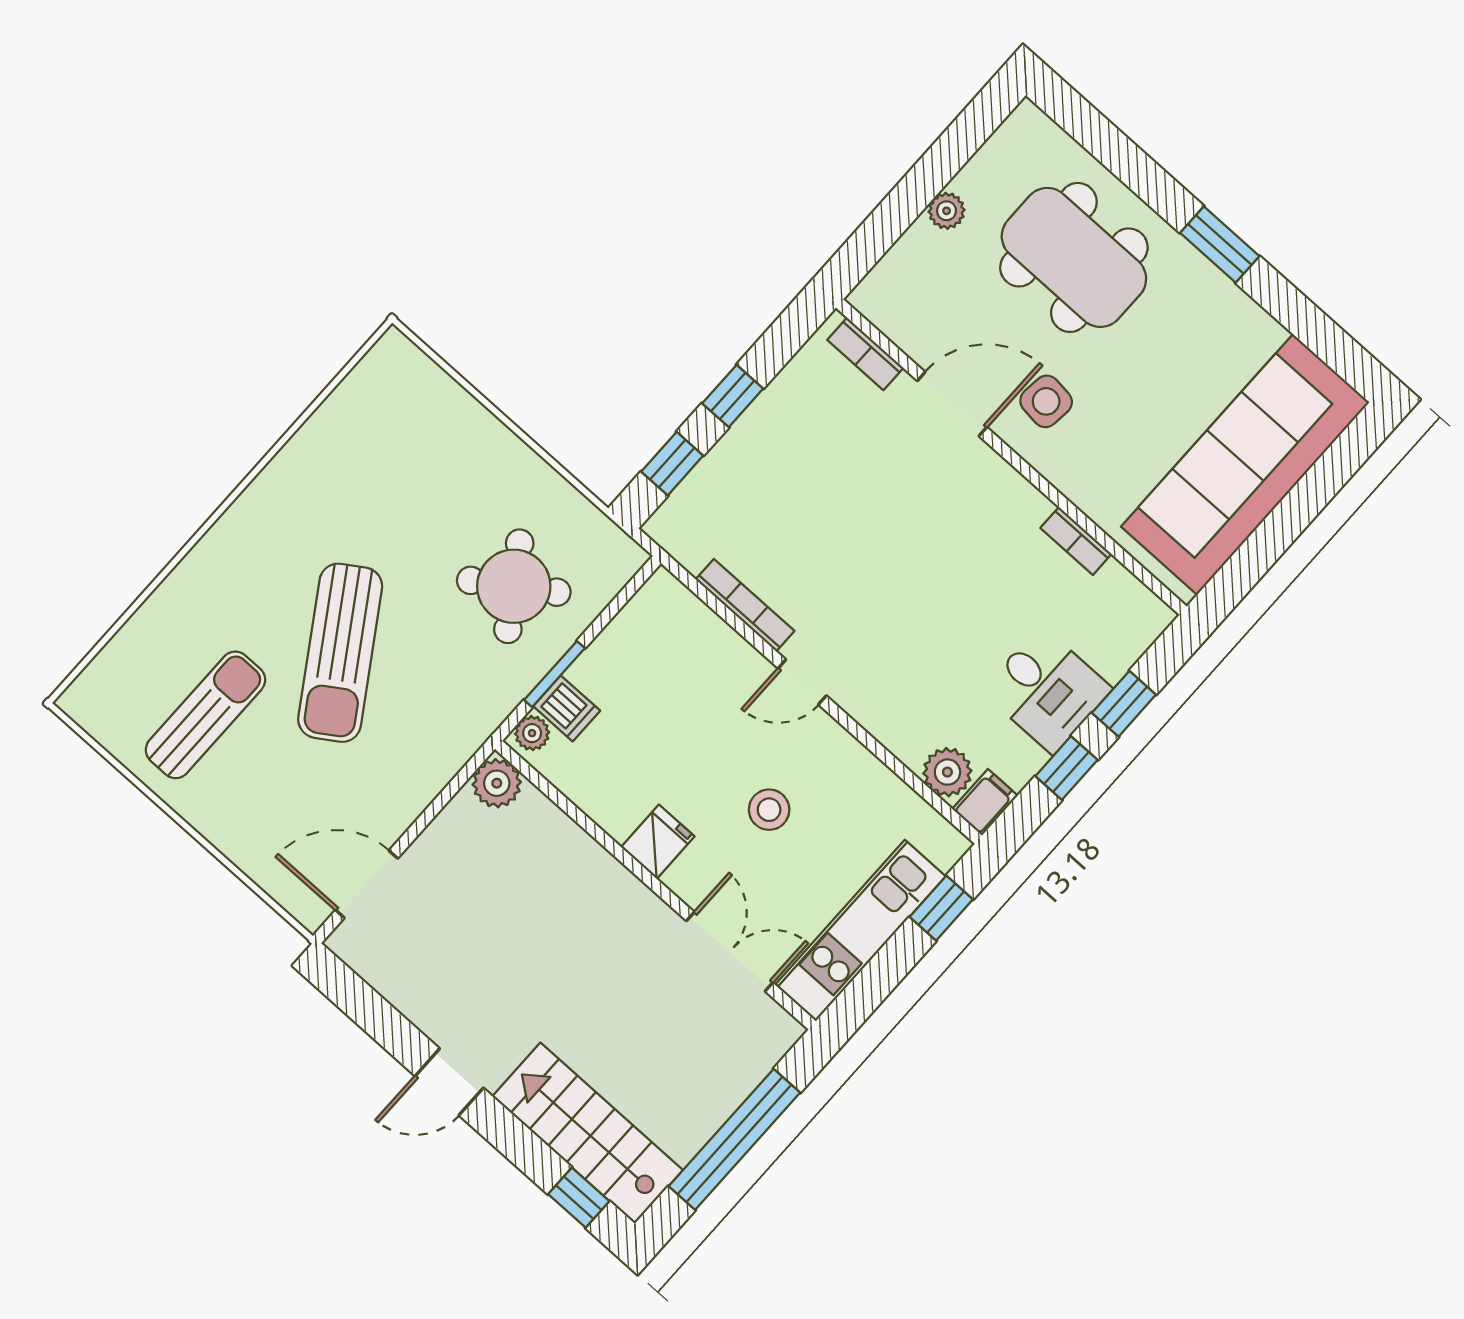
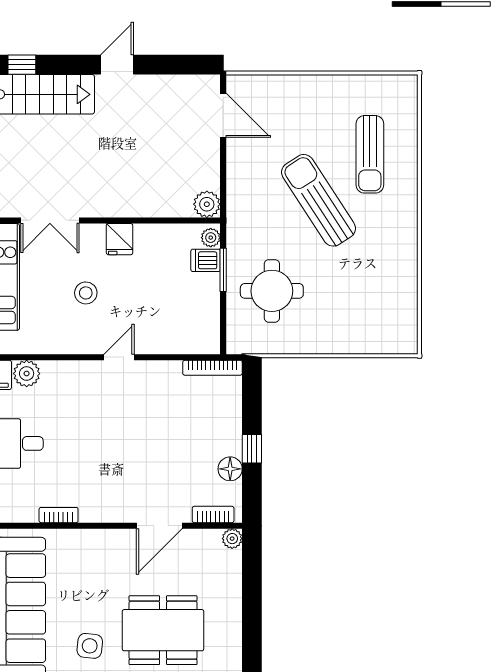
plant: (947, 211) -> (232, 539), moved
floor lamp: (787, 395) -> (230, 469), added
side table: (1046, 401) -> (90, 646), moved
window: (672, 464) -> (252, 399), removed
round table: (514, 586) -> (272, 291), turned 34
bookcase: (745, 605) -> (212, 368), moved
sun lounger: (205, 715) -> (370, 154), moved
door: (367, 884) -> (223, 115), hinge flipped

